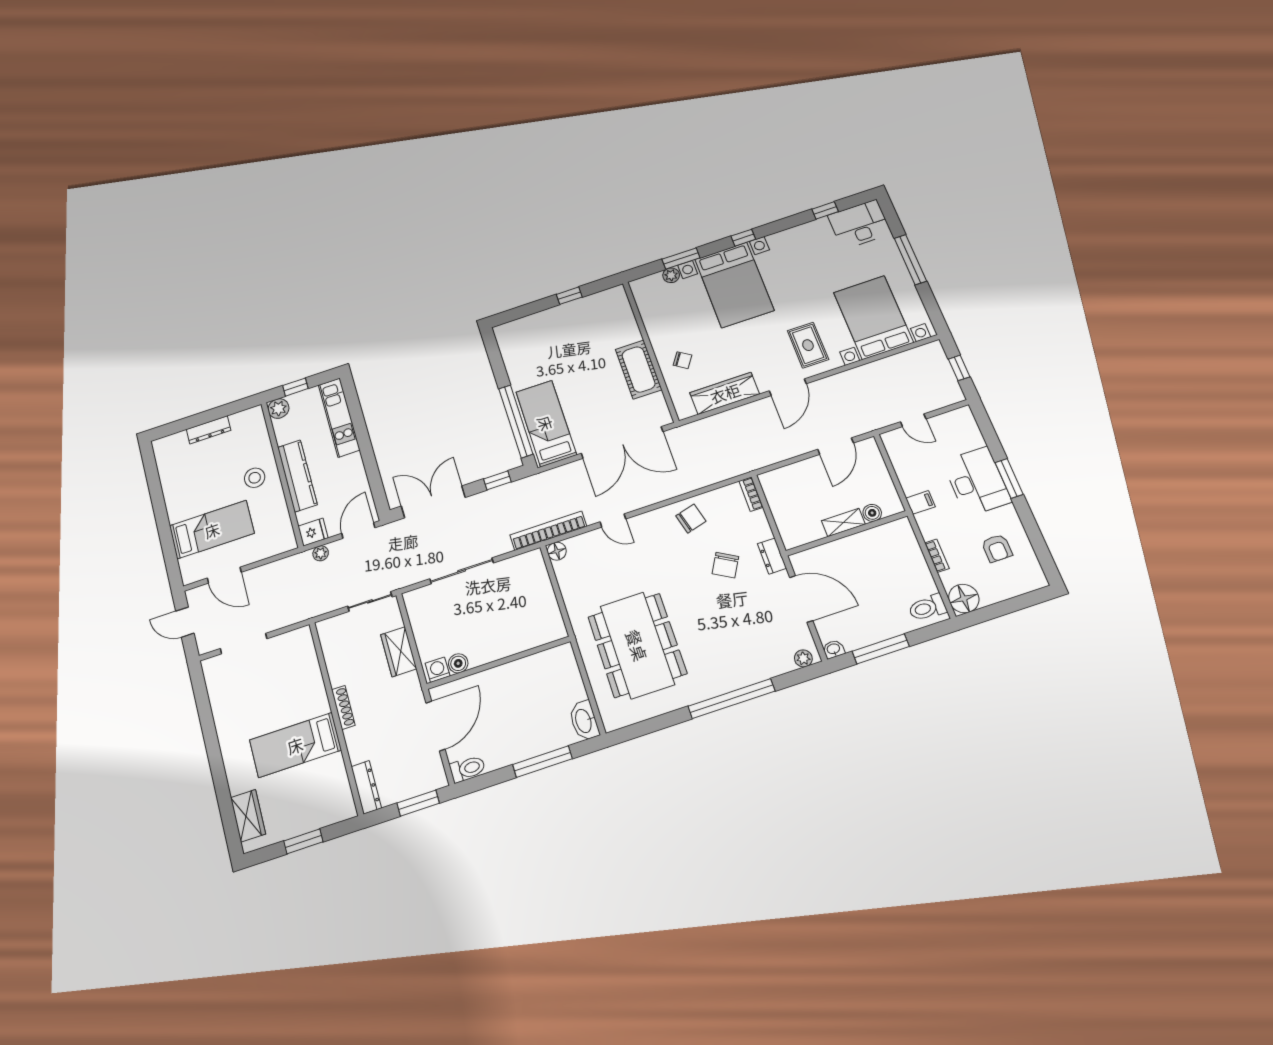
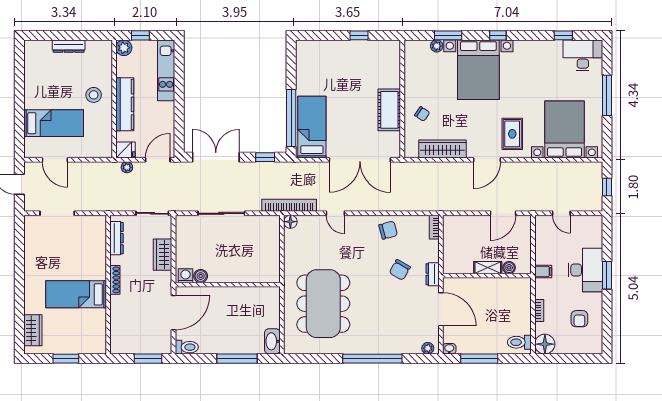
dresser: (366, 787) -> (116, 238), moved

